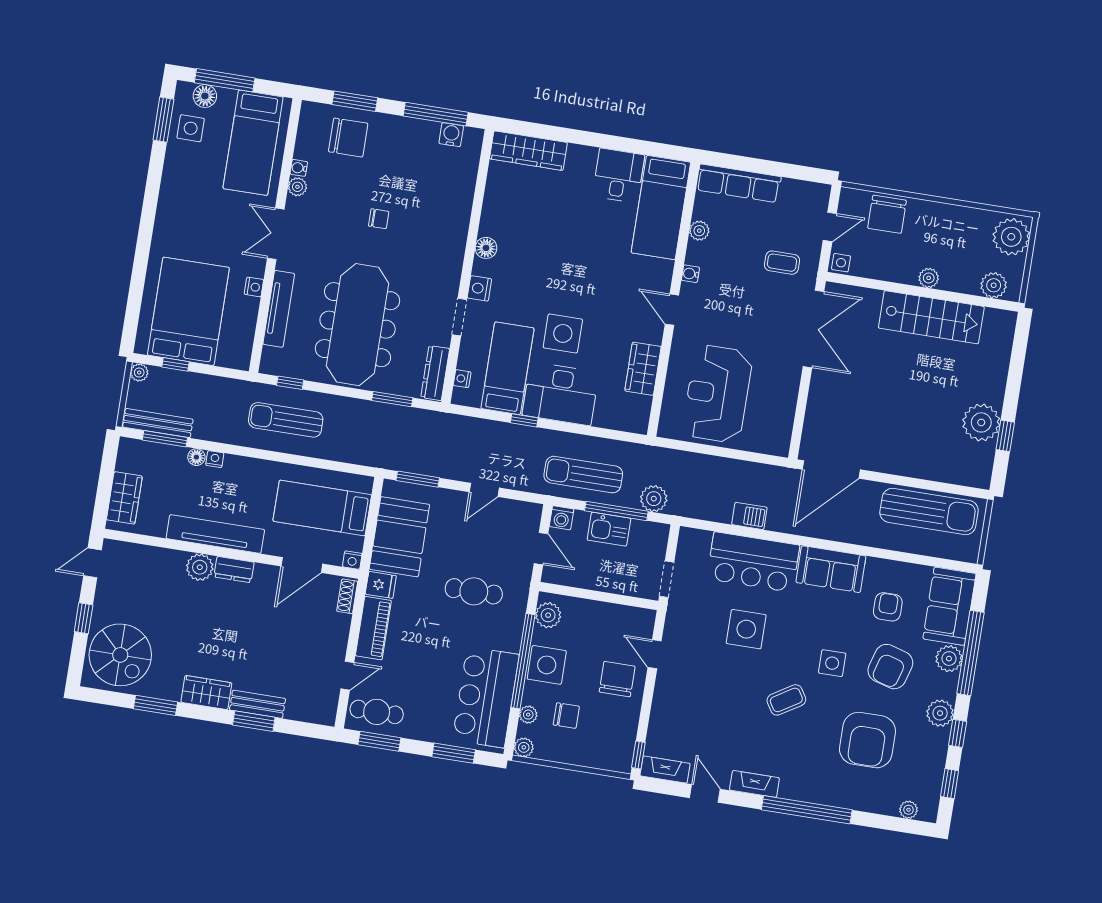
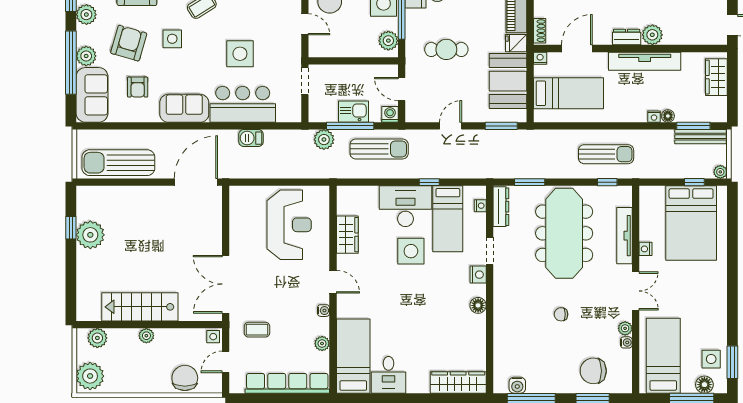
row of seats: (739, 183) -> (287, 383), width x1.36

